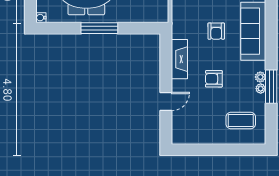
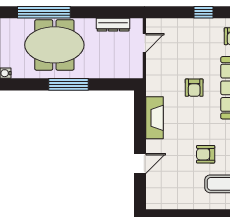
armchair: (214, 79) -> (206, 154), moved

